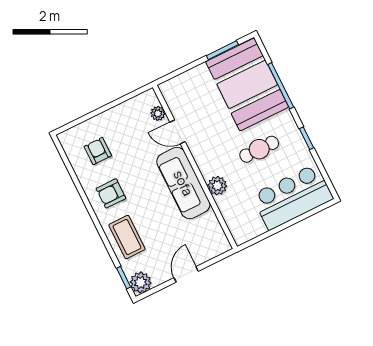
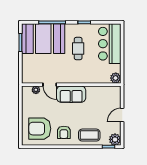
door: (178, 132) -> (50, 85), hinge flipped
armchair: (98, 151) -> (40, 129), width x1.88, depth x1.88
sofa: (183, 183) -> (71, 94), width x0.73
plant: (217, 186) -> (116, 78), moved
door: (186, 274) -> (122, 115), hinge flipped

